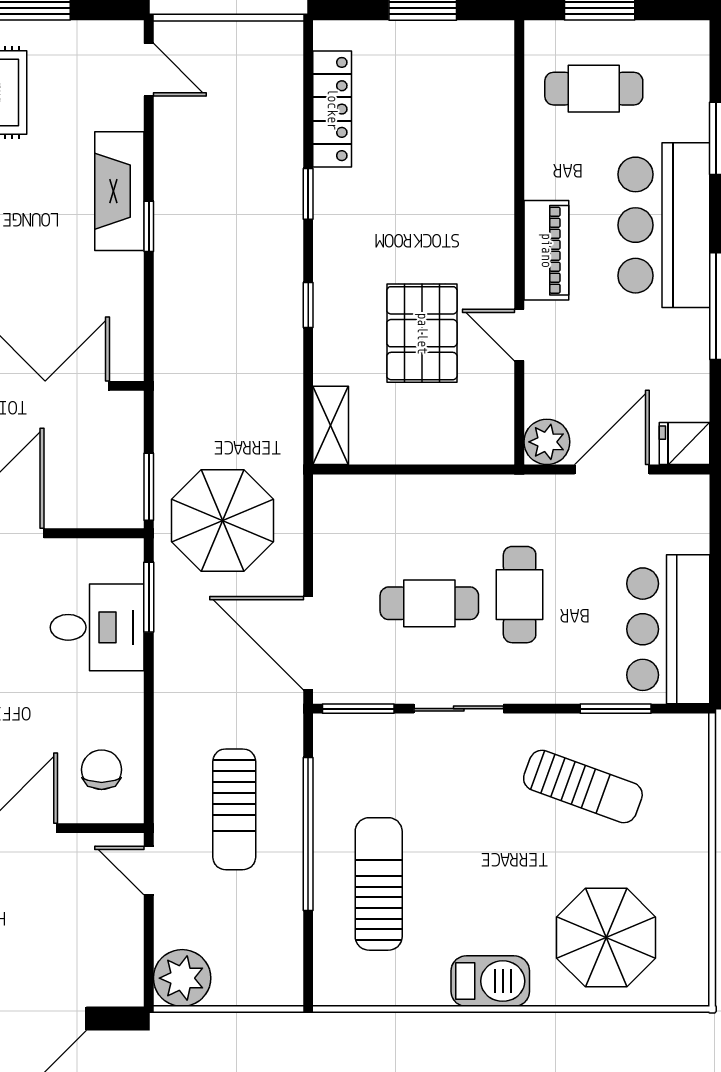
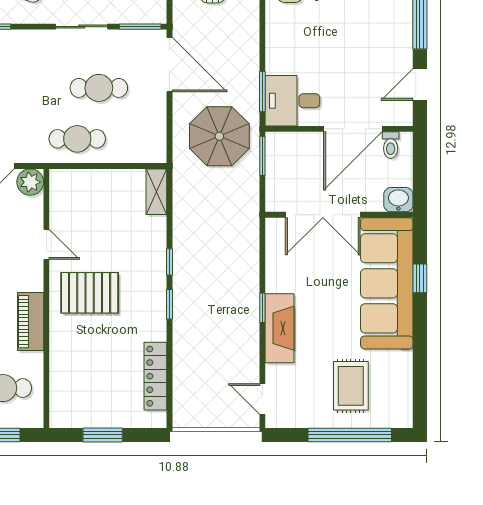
window: (308, 194) -> (169, 304), moved
piano: (546, 250) -> (31, 322), moved
pallet: (422, 333) -> (90, 293), moved, turned 90
cafe table: (520, 595) -> (77, 139), moved, turned 90
desk: (97, 627) -> (292, 101), moved

